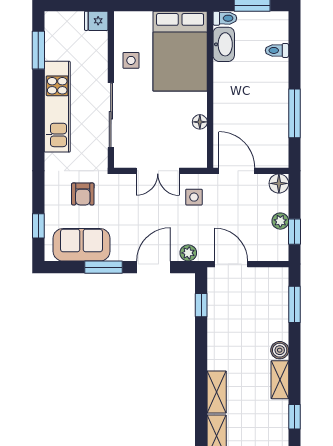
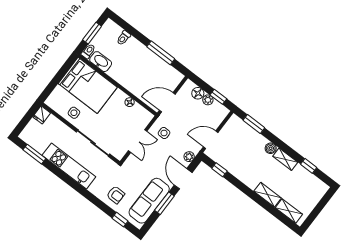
floor lamp: (279, 183) -> (198, 93), moved
armchair: (83, 194) -> (116, 195), moved
sofa: (81, 245) -> (149, 201), width x1.36

